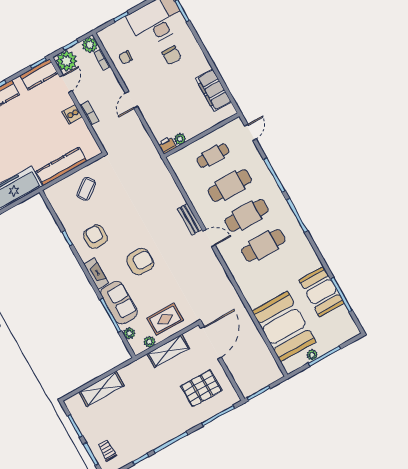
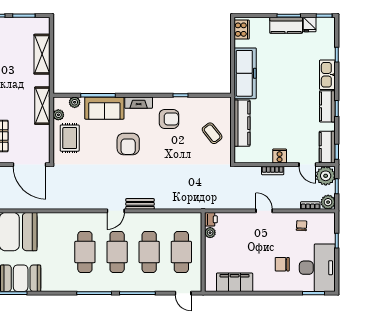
cafe table: (213, 156) -> (181, 252), width x1.37, depth x1.35
shelving: (168, 351) -> (42, 106), moved

